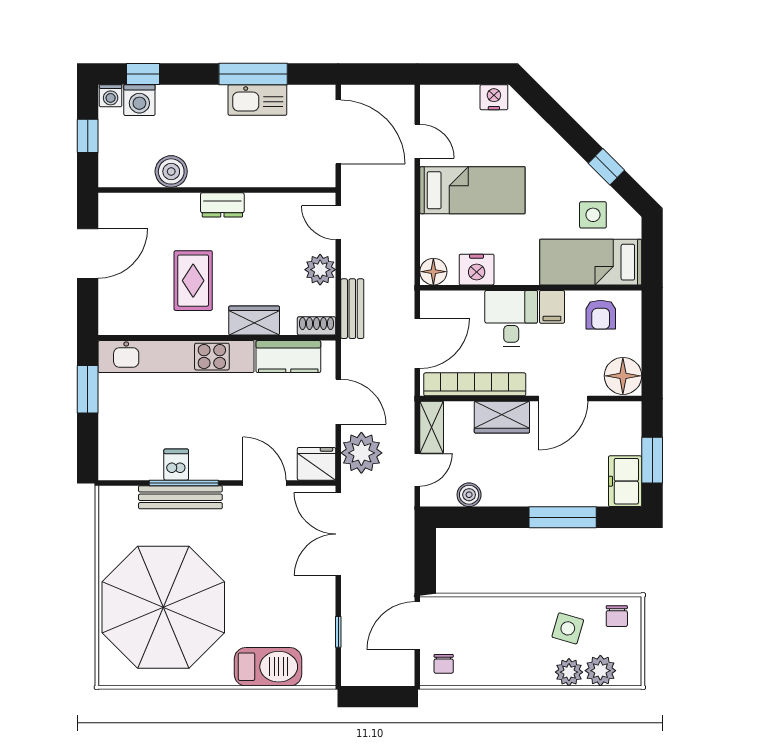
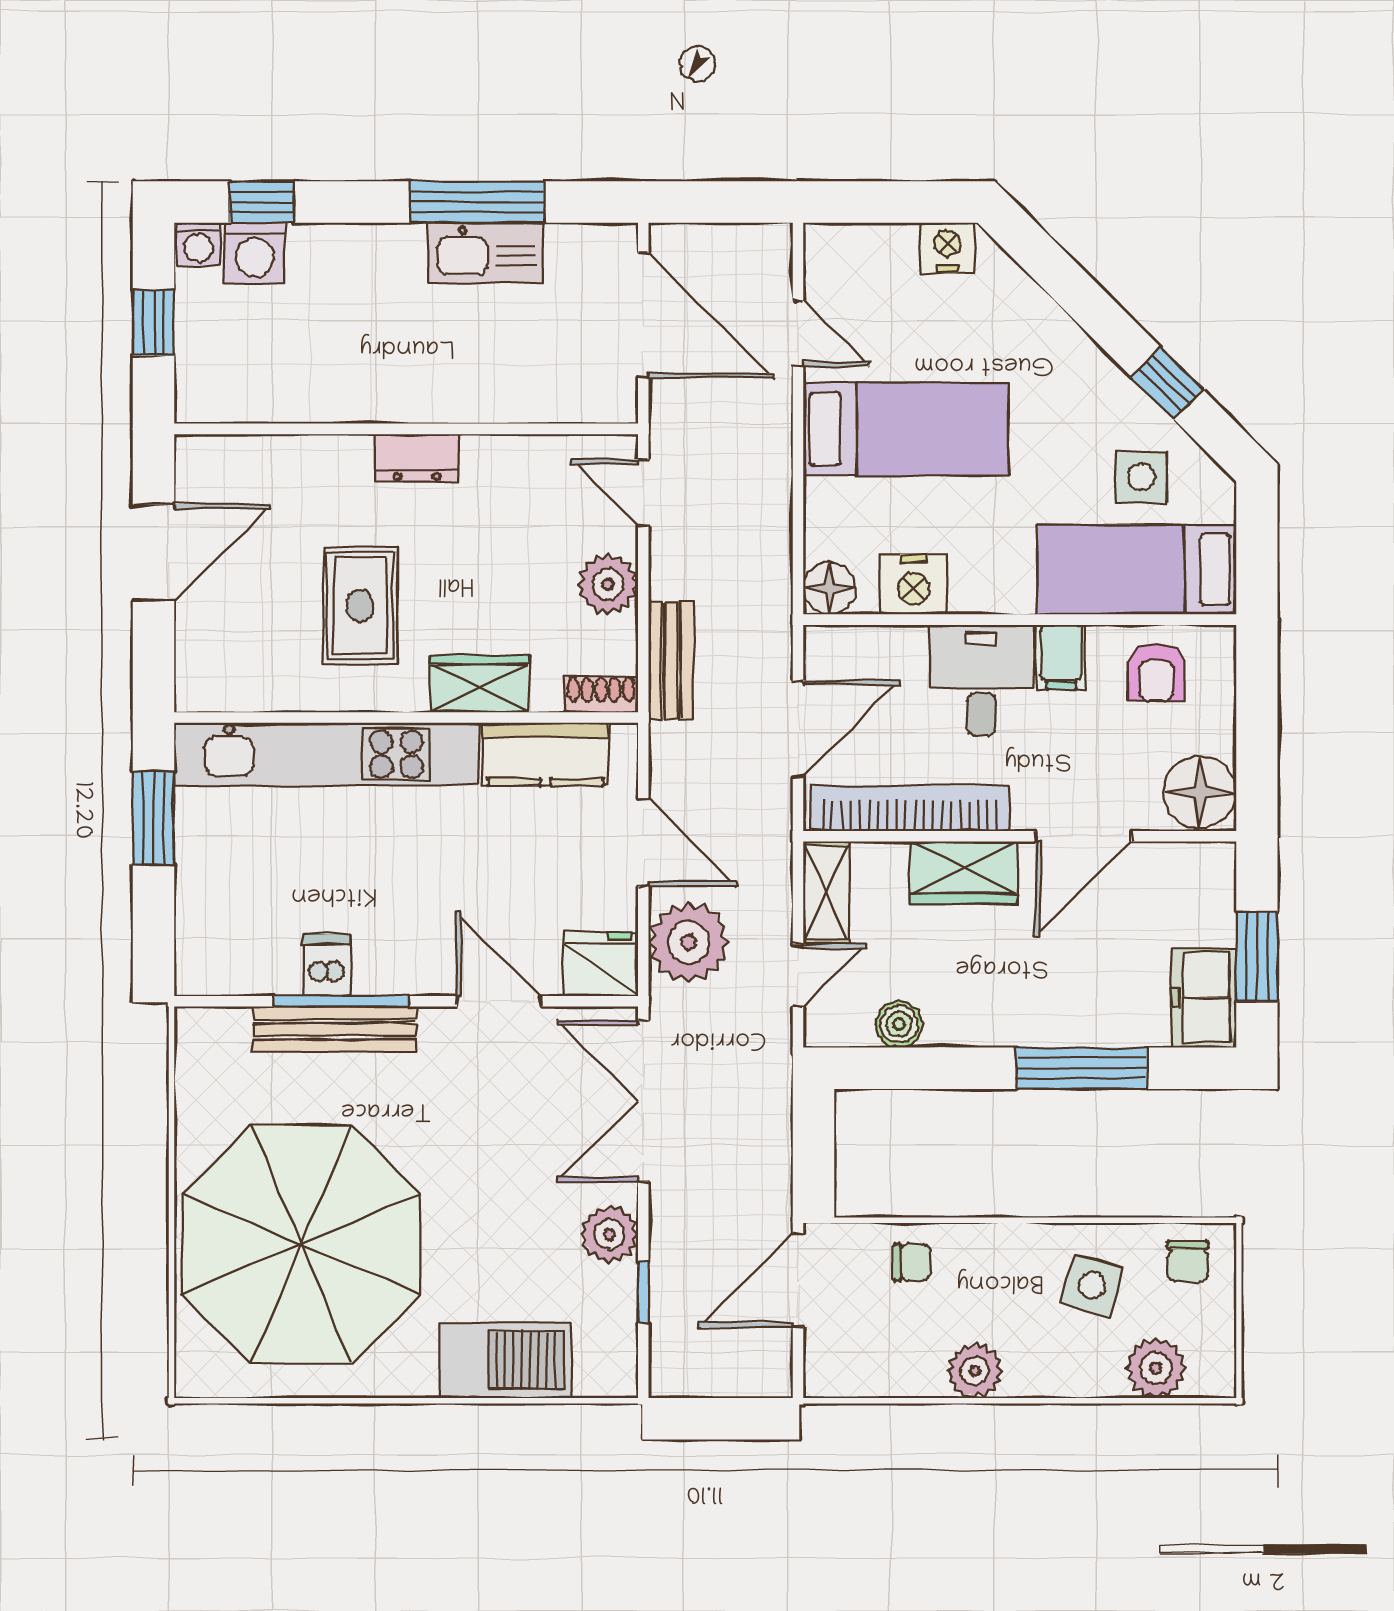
boiler: (171, 171) -> (317, 393), removed
plant: (321, 602) -> (609, 1234), added
chair: (444, 664) -> (912, 1262), moved, turned -90
plant: (569, 672) -> (975, 1371), moved

